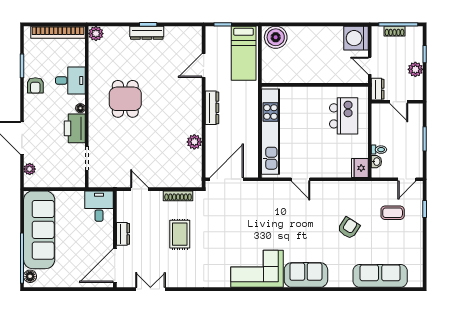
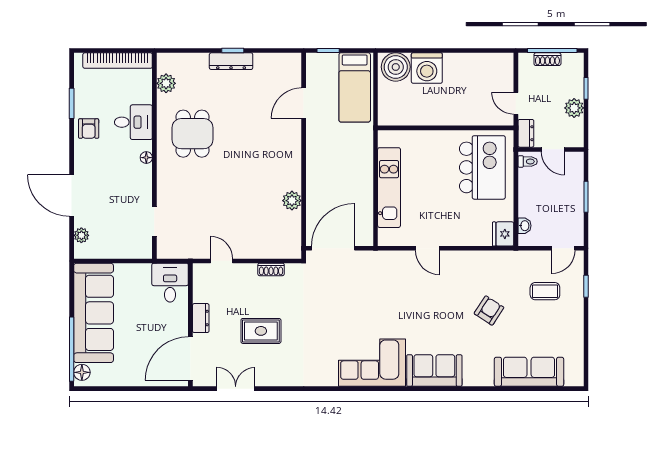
plant: (96, 34) -> (166, 83), moved
washing machine: (356, 38) -> (427, 68), moved, turned -90
dining table: (125, 99) -> (192, 134), moved
dresser: (212, 108) -> (314, 157), removed
kitchen island: (344, 116) -> (482, 167), width x1.37, depth x1.28
printer: (75, 128) -> (139, 183), removed
kitchen unit: (270, 132) -> (389, 188), width x0.73
toilet: (379, 150) -> (528, 161), moved
shoe rack: (178, 196) -> (271, 269), width x0.70
rug: (180, 234) -> (261, 331), moved, turned 90

